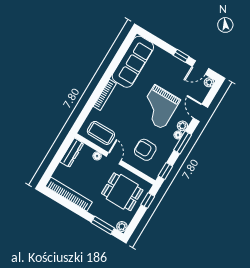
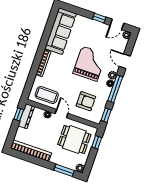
grand piano: (159, 107) -> (90, 64), turned 180
window: (183, 142) -> (115, 89), width x1.44
window: (63, 149) -> (19, 114), added
armchair: (145, 150) -> (86, 101), turned 180

